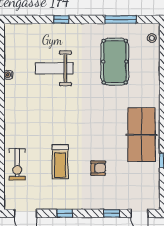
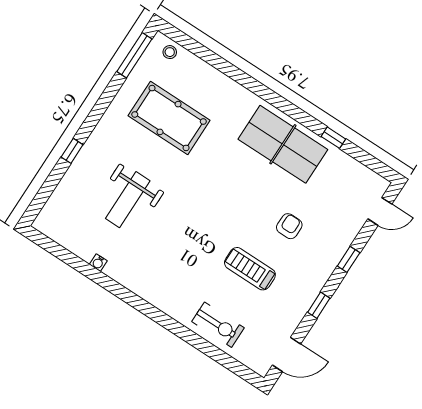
window: (120, 19) -> (134, 55), moved
treadmill: (60, 162) -> (250, 269), turned 180
window: (111, 213) -> (349, 259), moved

